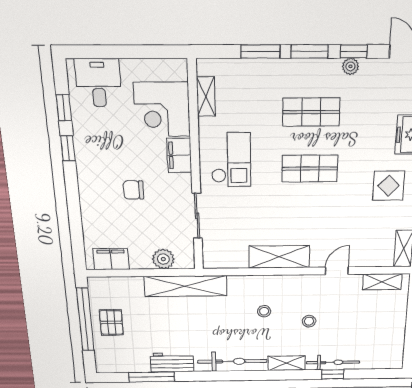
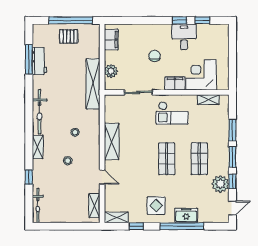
plant: (350, 66) -> (220, 184), width x1.87, depth x1.87
desk: (98, 83) -> (184, 37), moved, turned -90
workbench: (172, 362) -> (39, 61), moved
bicycle: (333, 362) -> (38, 206), moved

